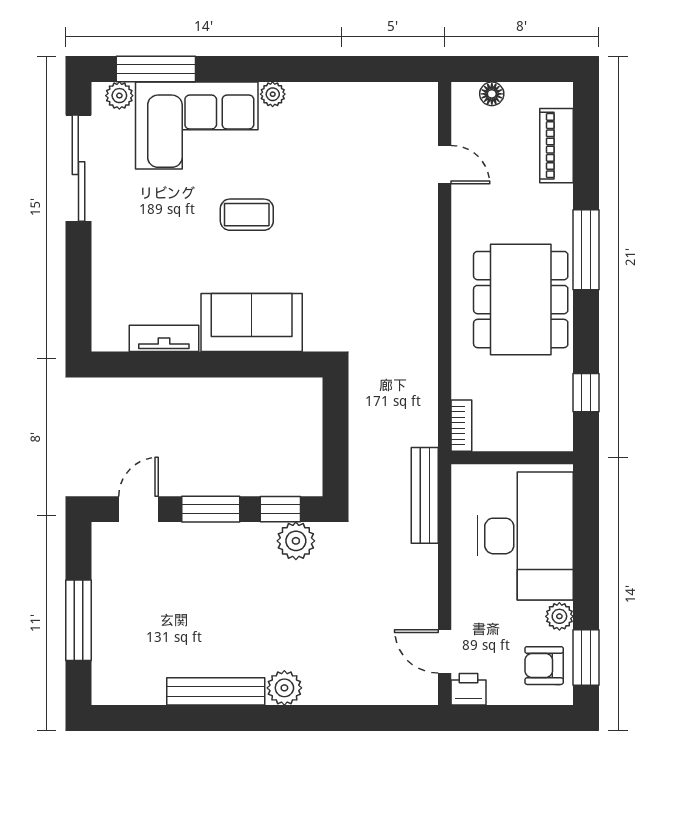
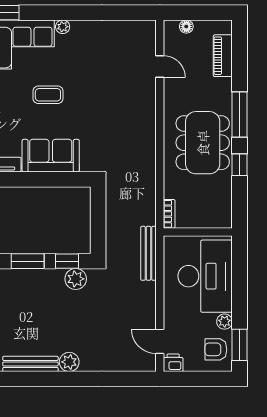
window: (586, 393) -> (240, 165), moved

